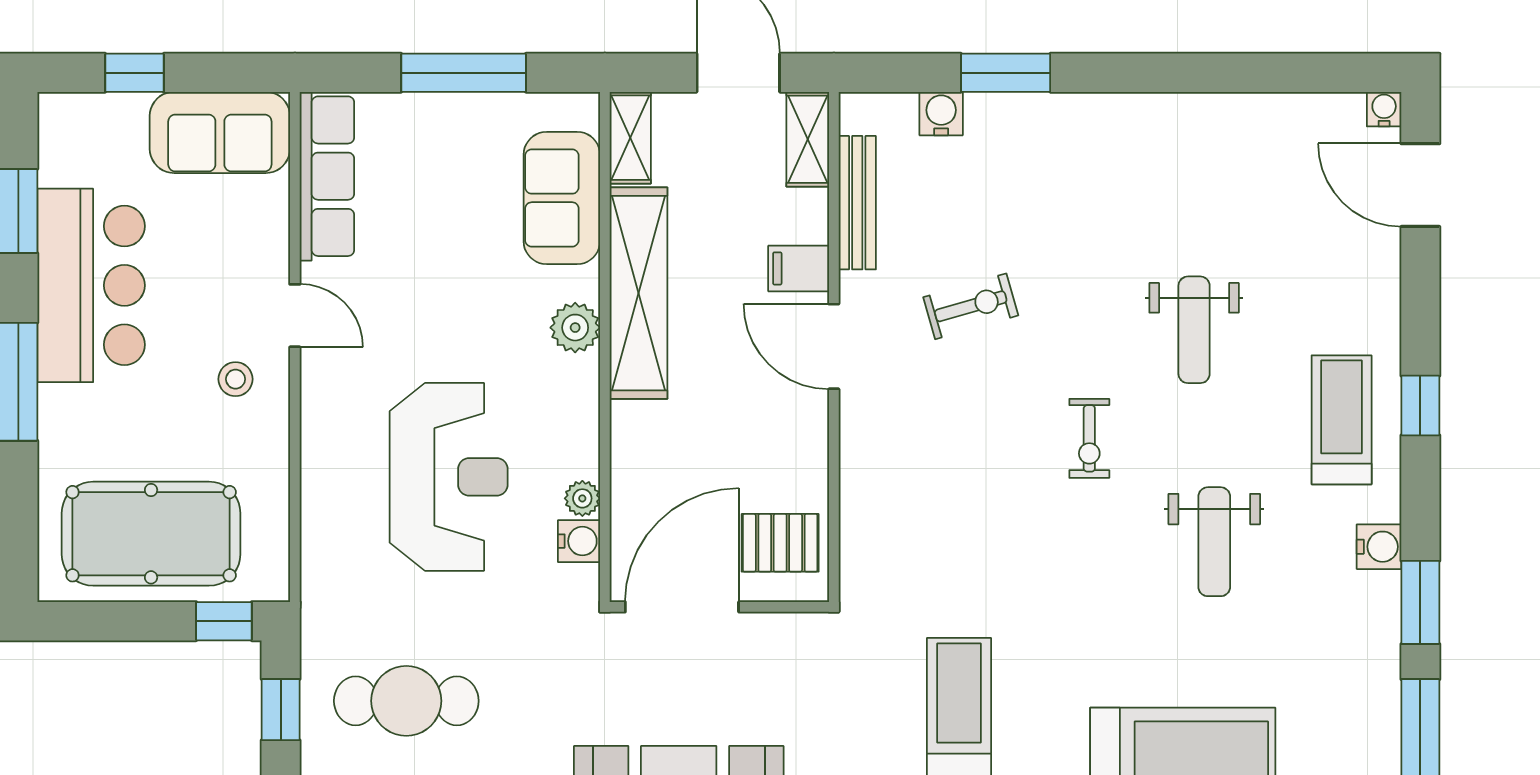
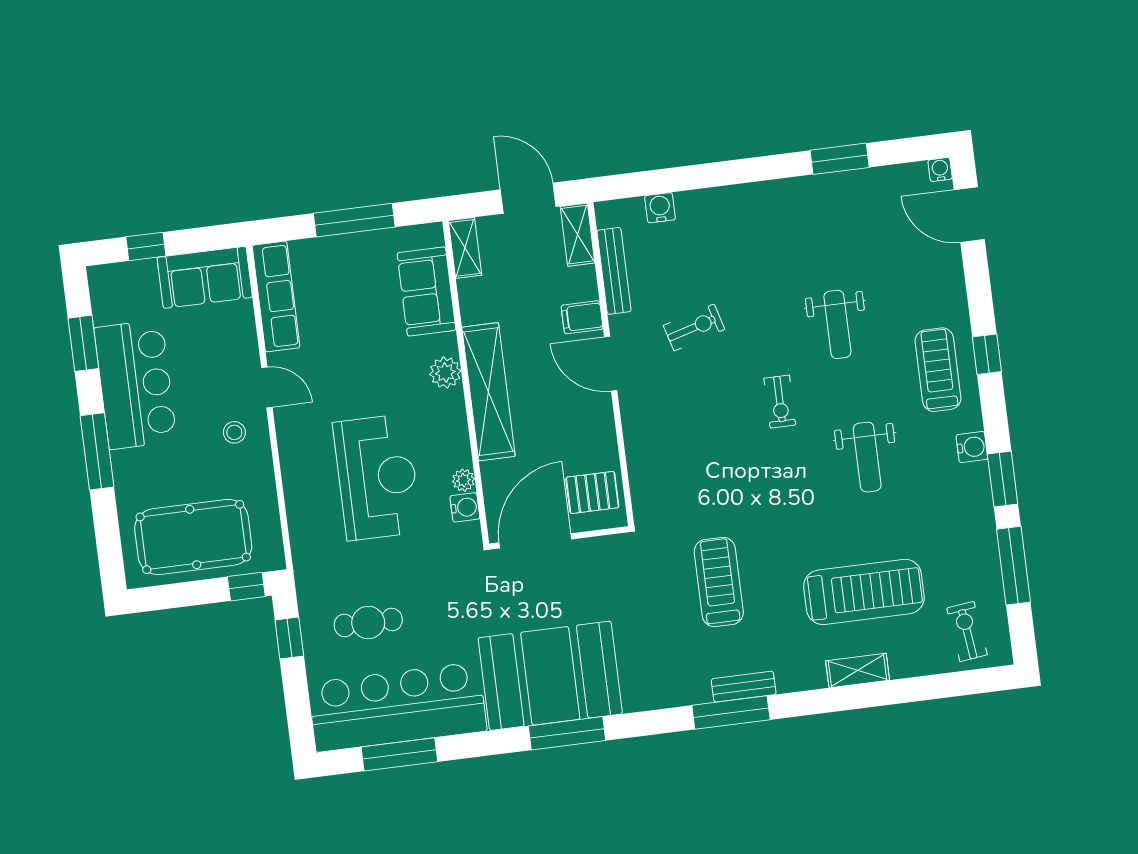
window: (1006, 73) -> (840, 159), moved
shelving: (639, 293) -> (488, 392), moved
cafe table: (406, 701) -> (368, 622), width x0.73, depth x0.74

